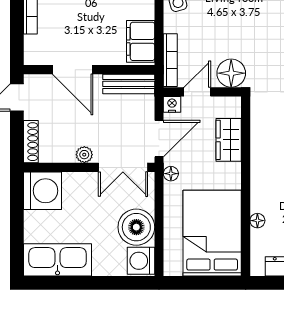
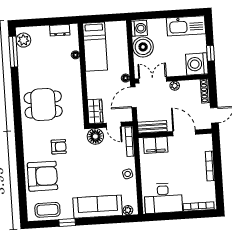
filing cabinet: (141, 41) -> (156, 145), moved, turned 90
door: (197, 92) -> (114, 125), hinge flipped
nightstand: (172, 104) -> (127, 117), removed
wardrobe: (229, 140) -> (95, 111), moved
window: (17, 208) -> (211, 53), added
bed: (212, 233) -> (95, 47), width x0.67

